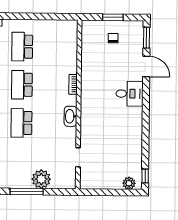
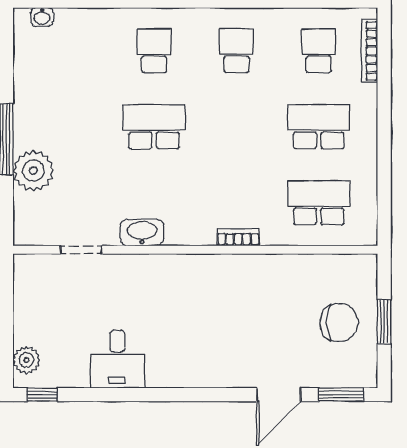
chair: (113, 38) -> (339, 323), width x1.87, depth x1.87
school desk: (22, 85) -> (319, 203), moved
desk: (129, 94) -> (117, 359), moved
washbasin: (71, 116) -> (142, 232), moved

